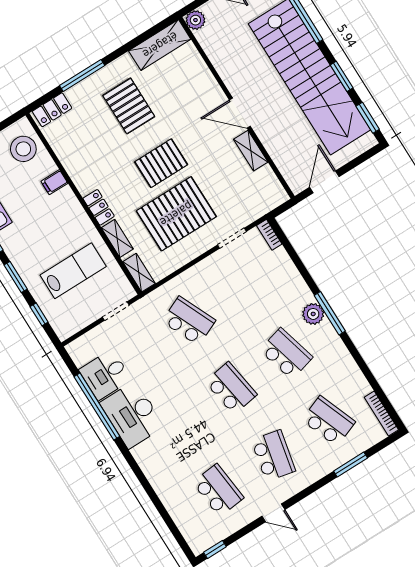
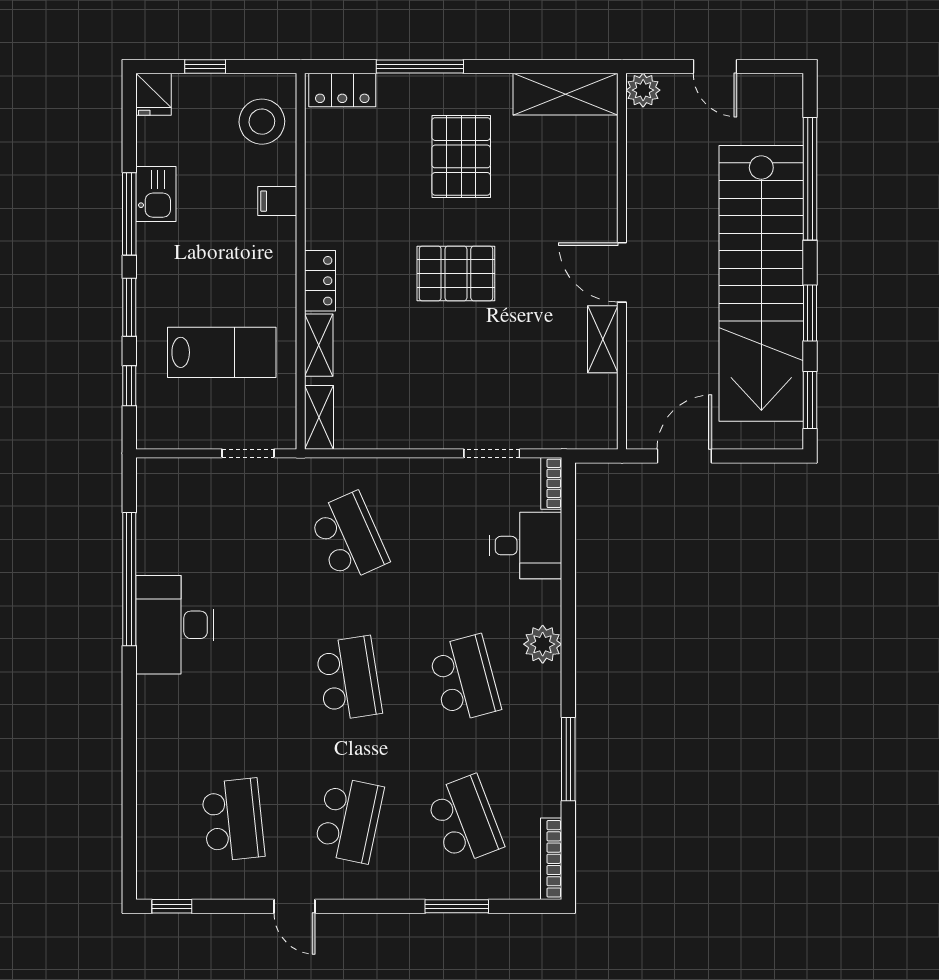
pallet: (176, 214) -> (431, 364), removed
window: (330, 313) -> (568, 759), moved
desk: (105, 375) -> (526, 546), moved, turned 180

